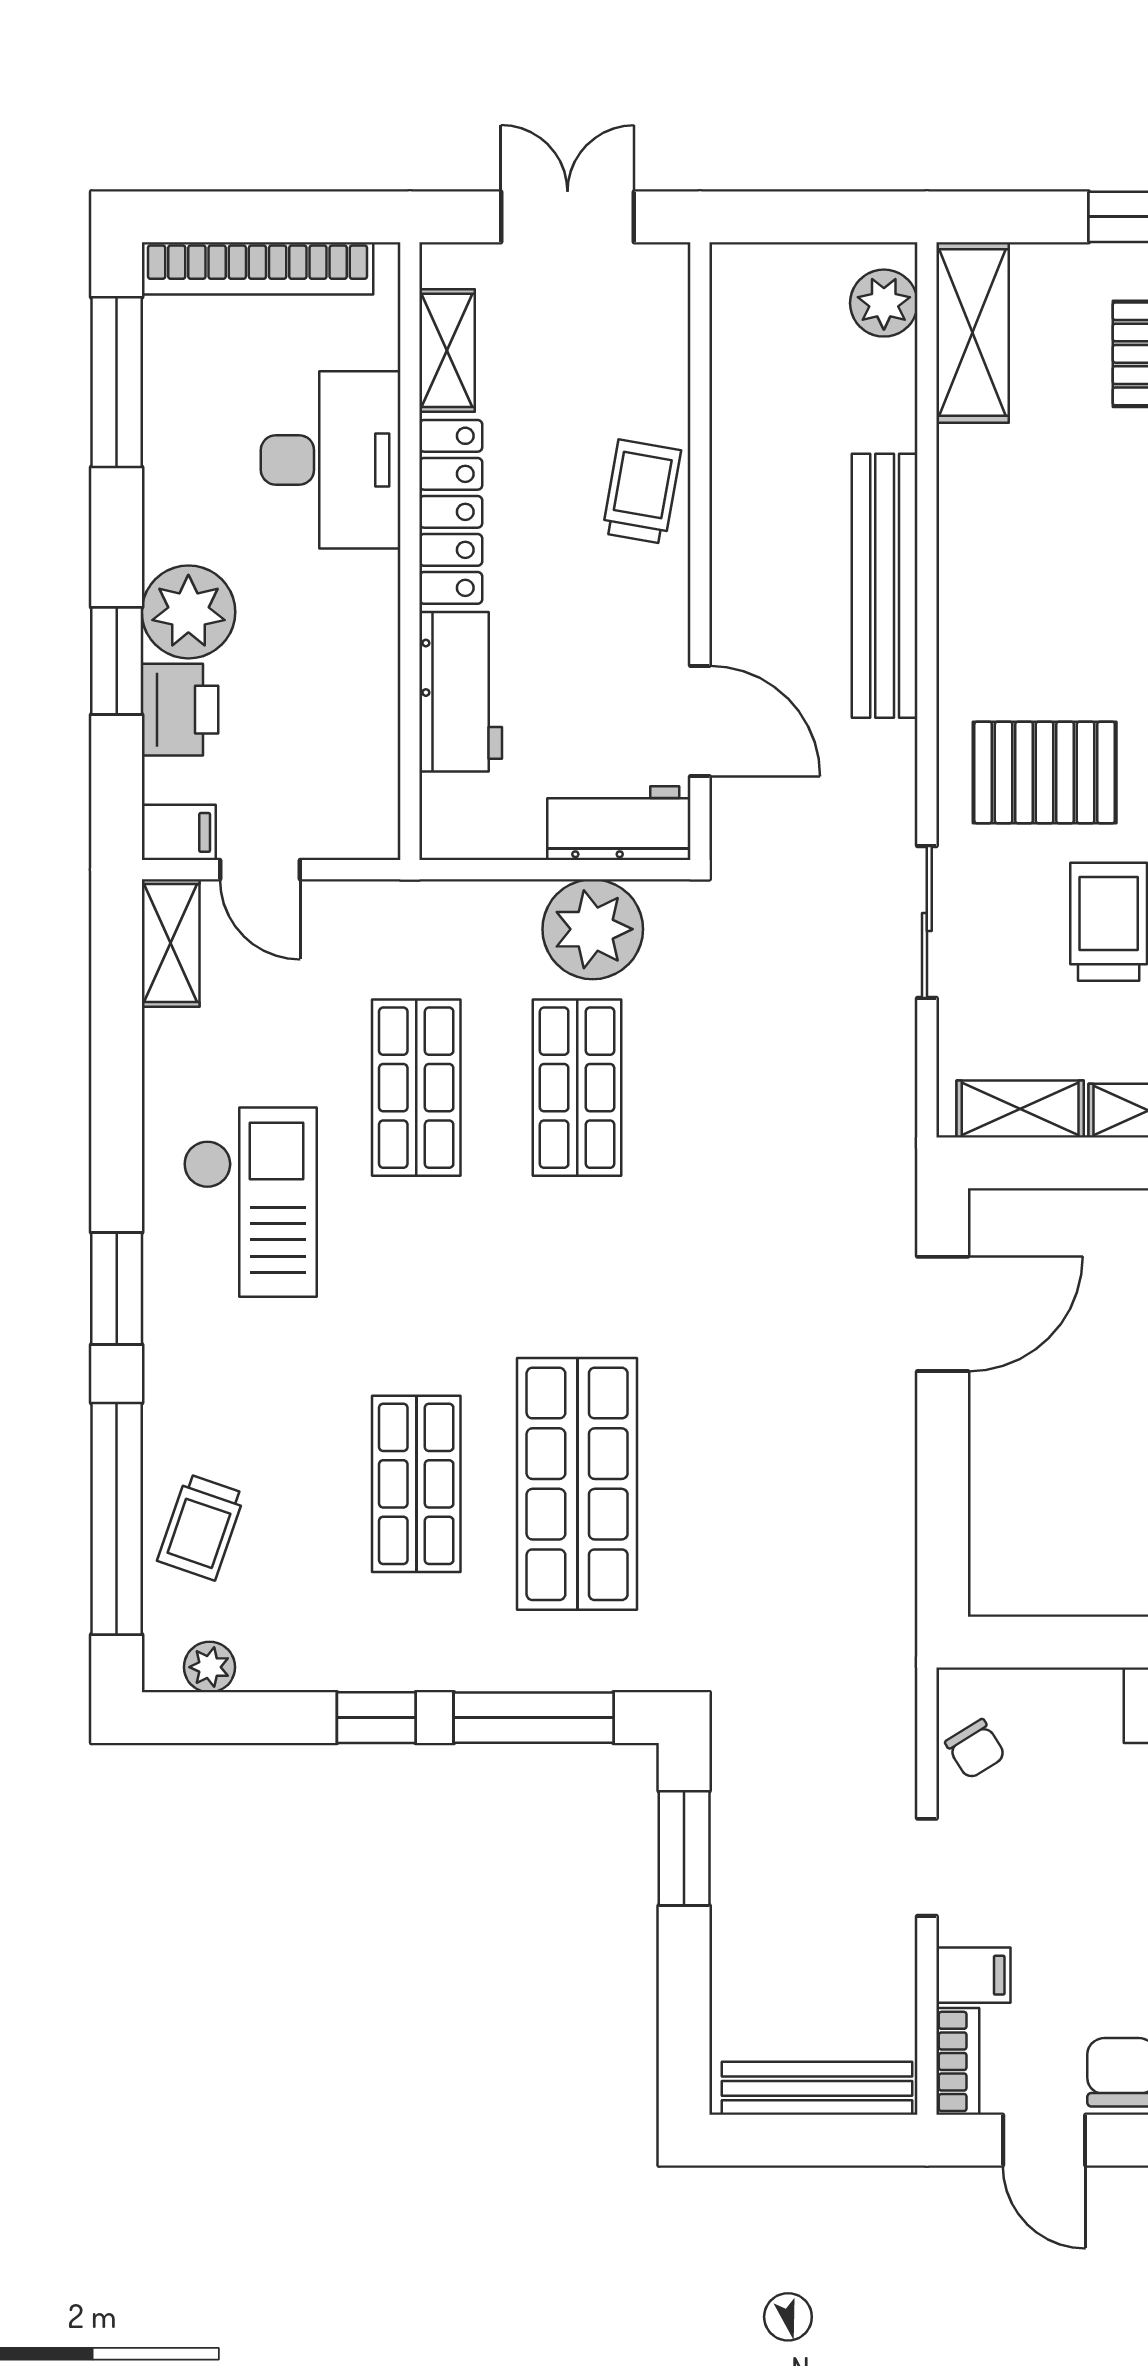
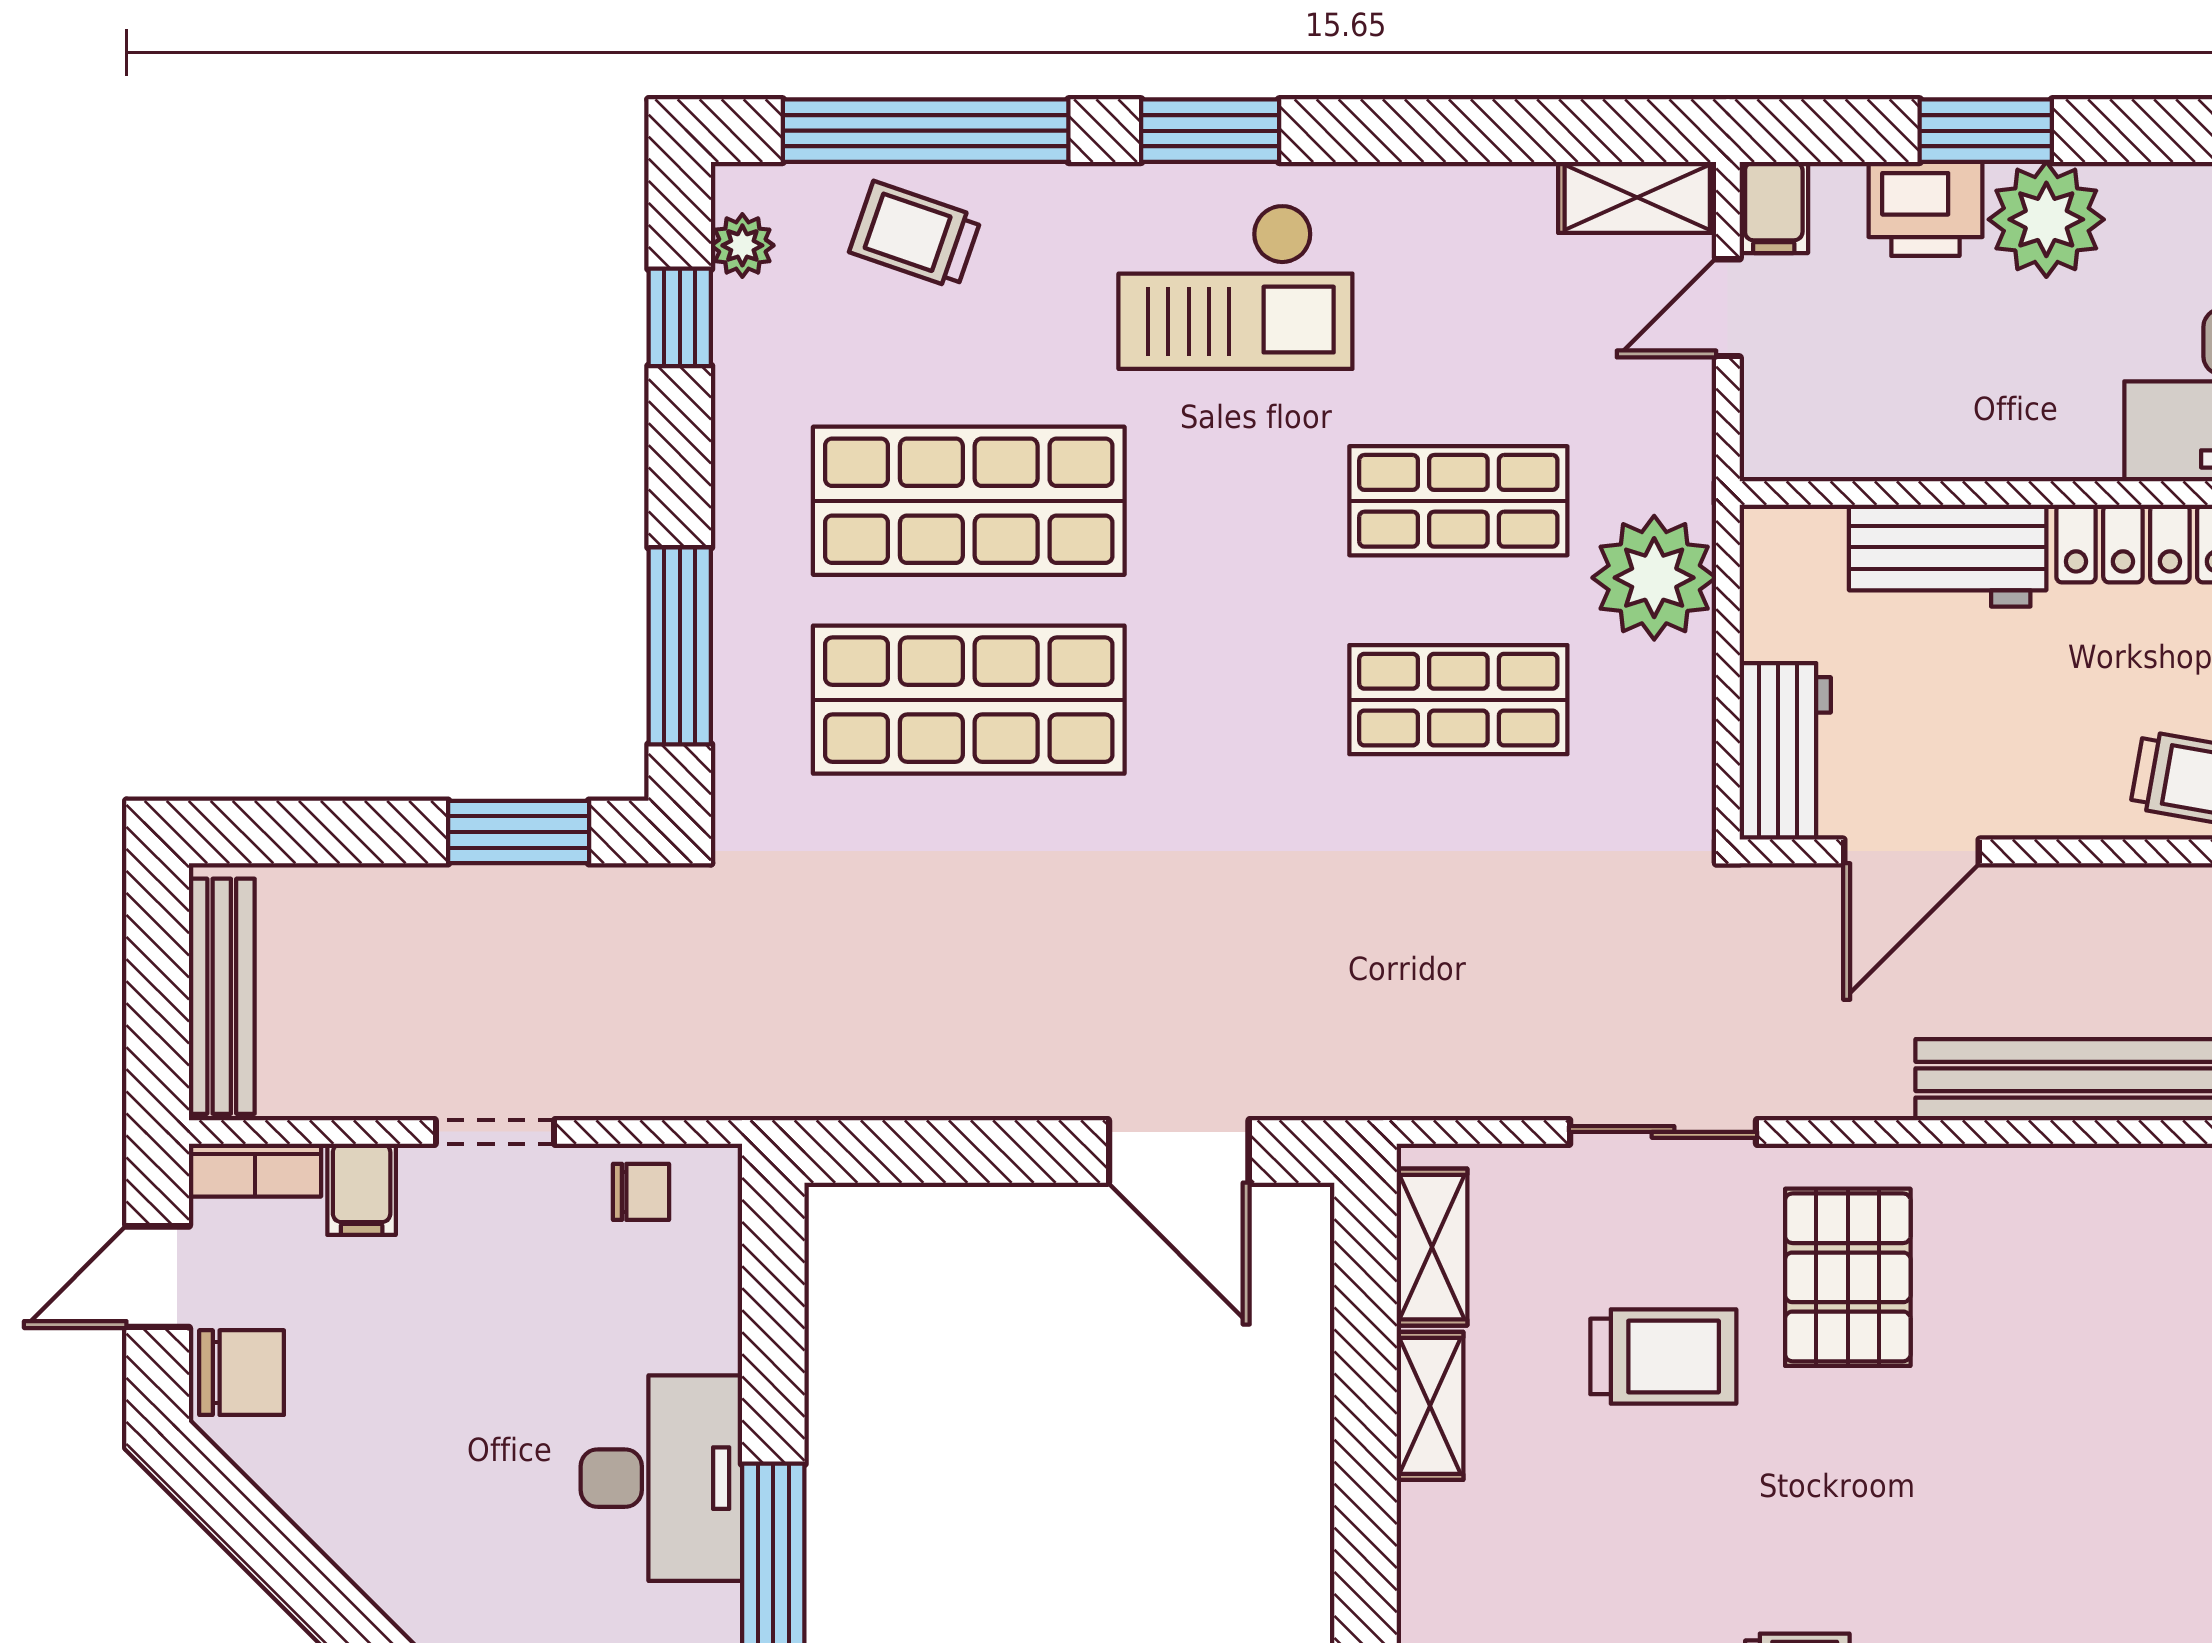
plant: (593, 929) -> (1654, 578), moved
checkout: (250, 1202) -> (1235, 287), moved
shop shelf: (416, 1484) -> (969, 501), width x1.43, depth x1.36
window: (376, 1718) -> (680, 317), moved
chair: (975, 1749) -> (641, 1192), turned -148

